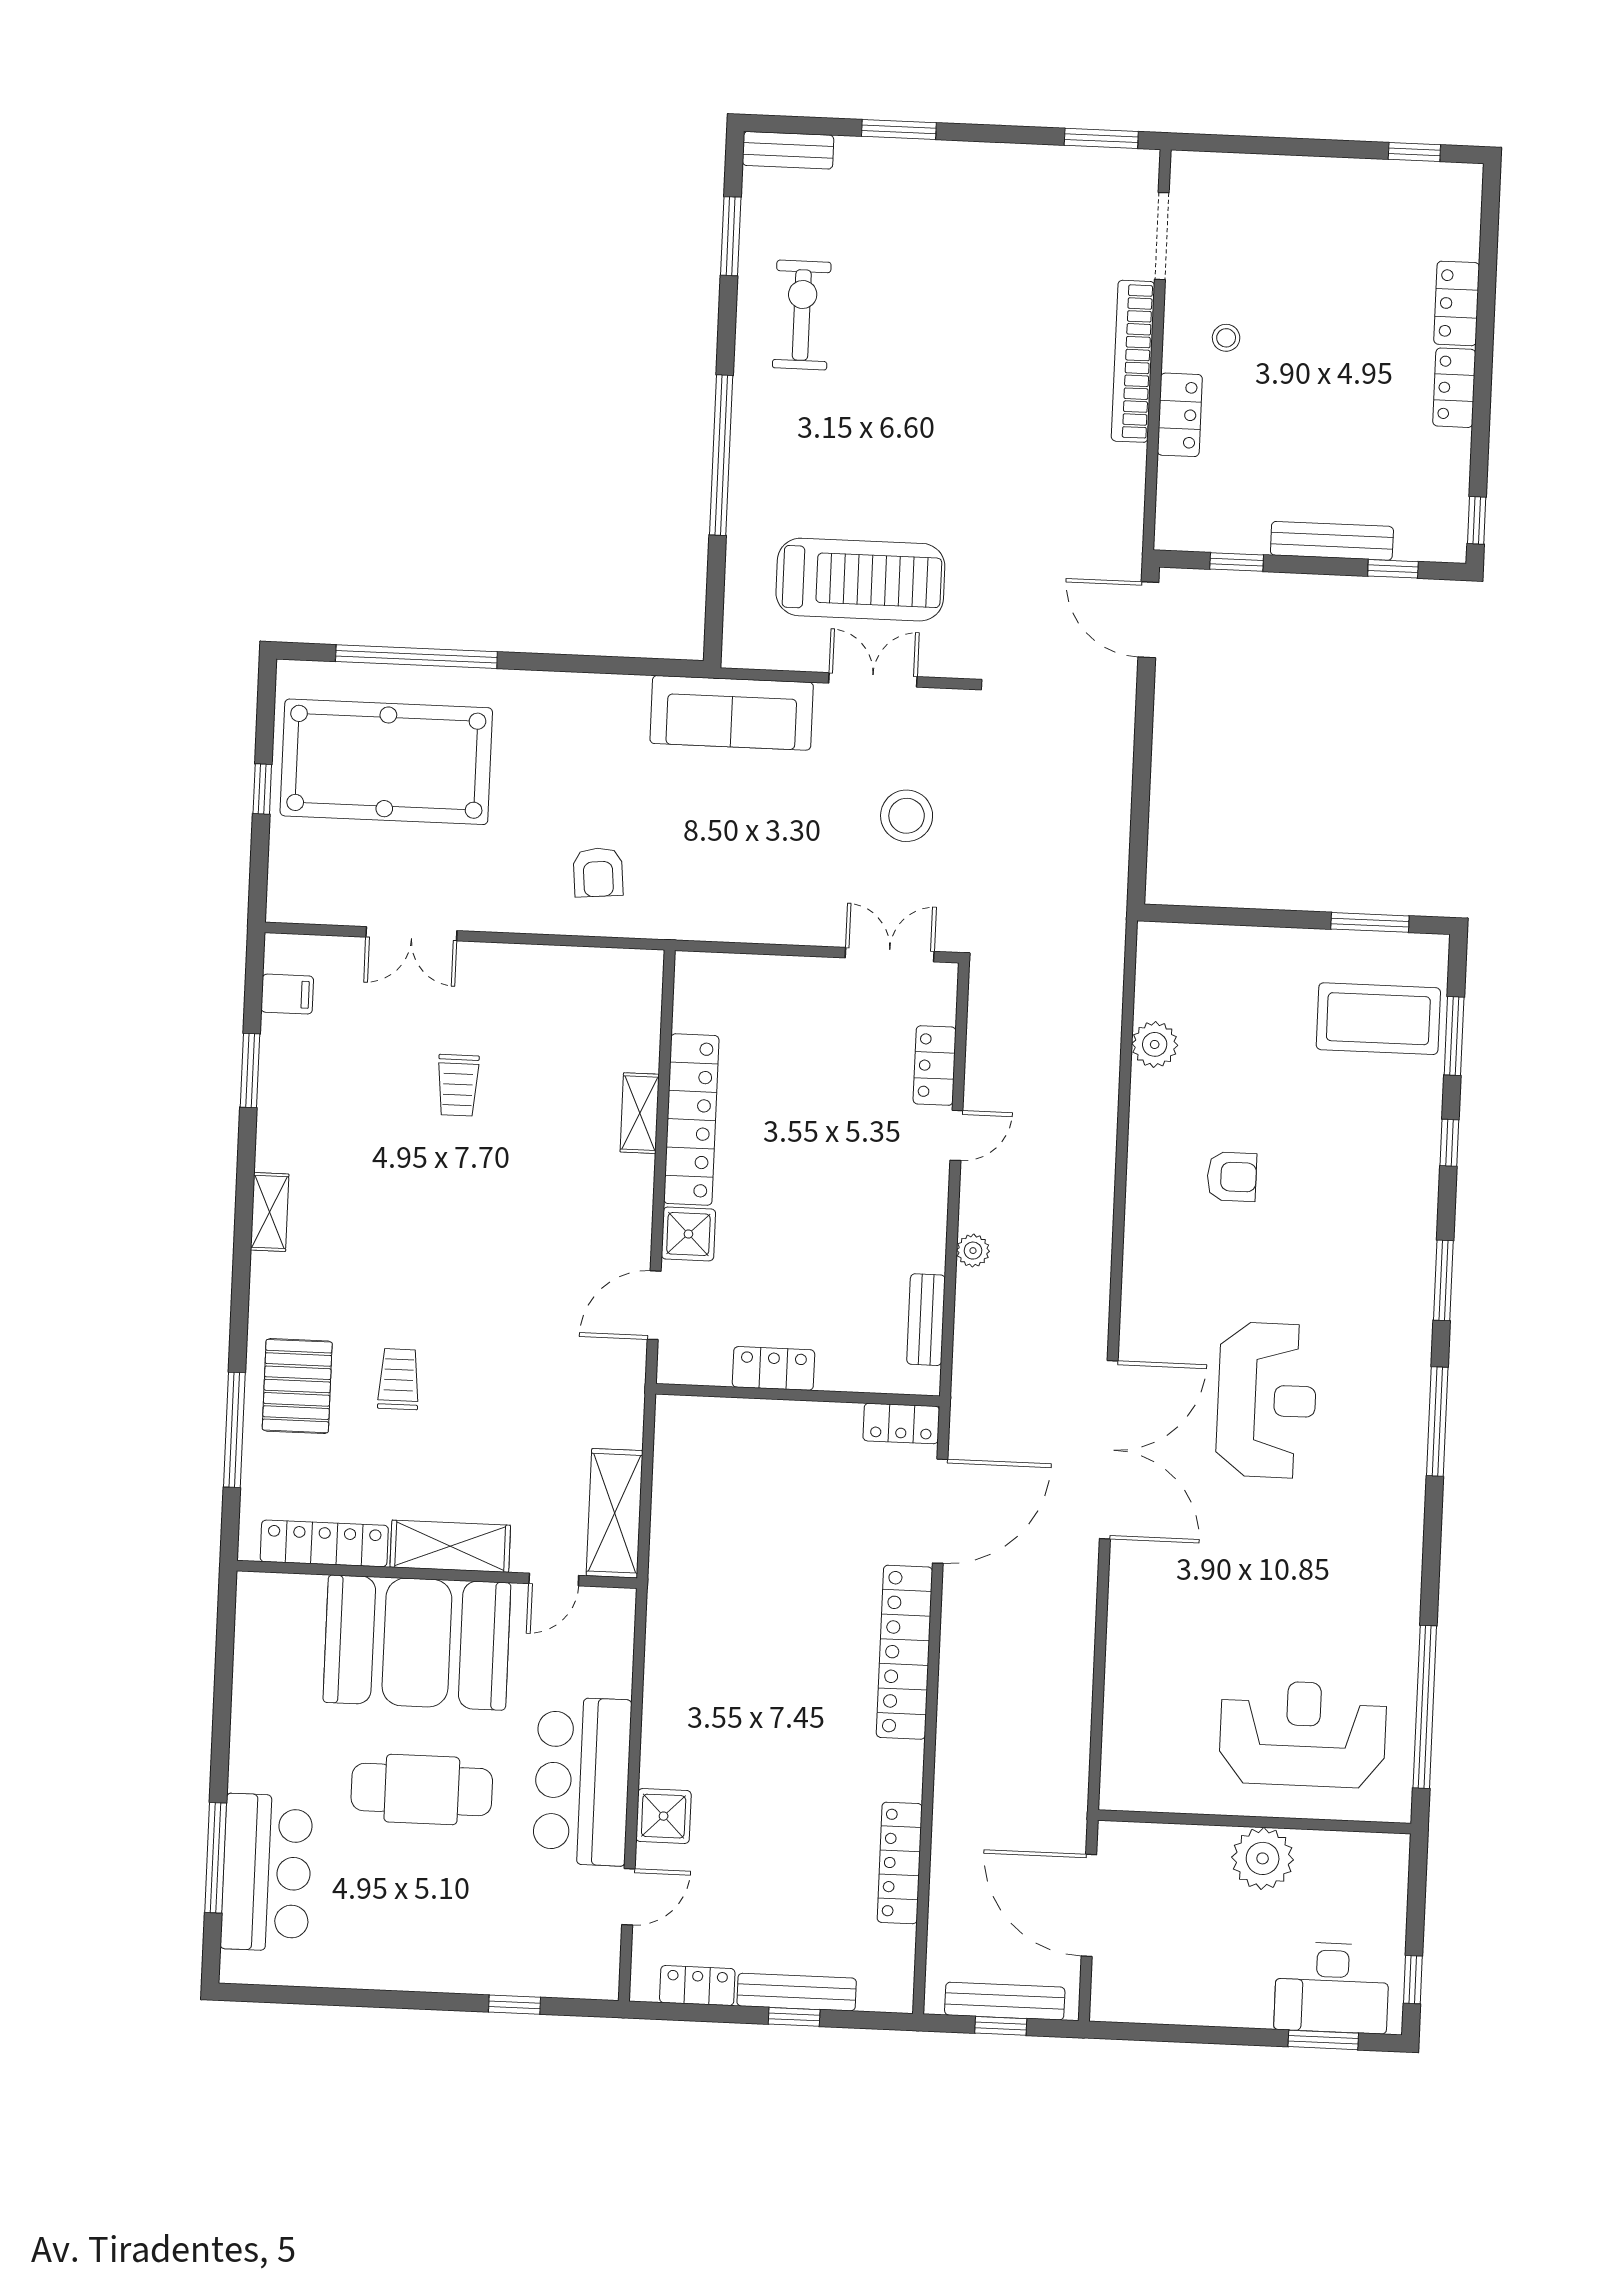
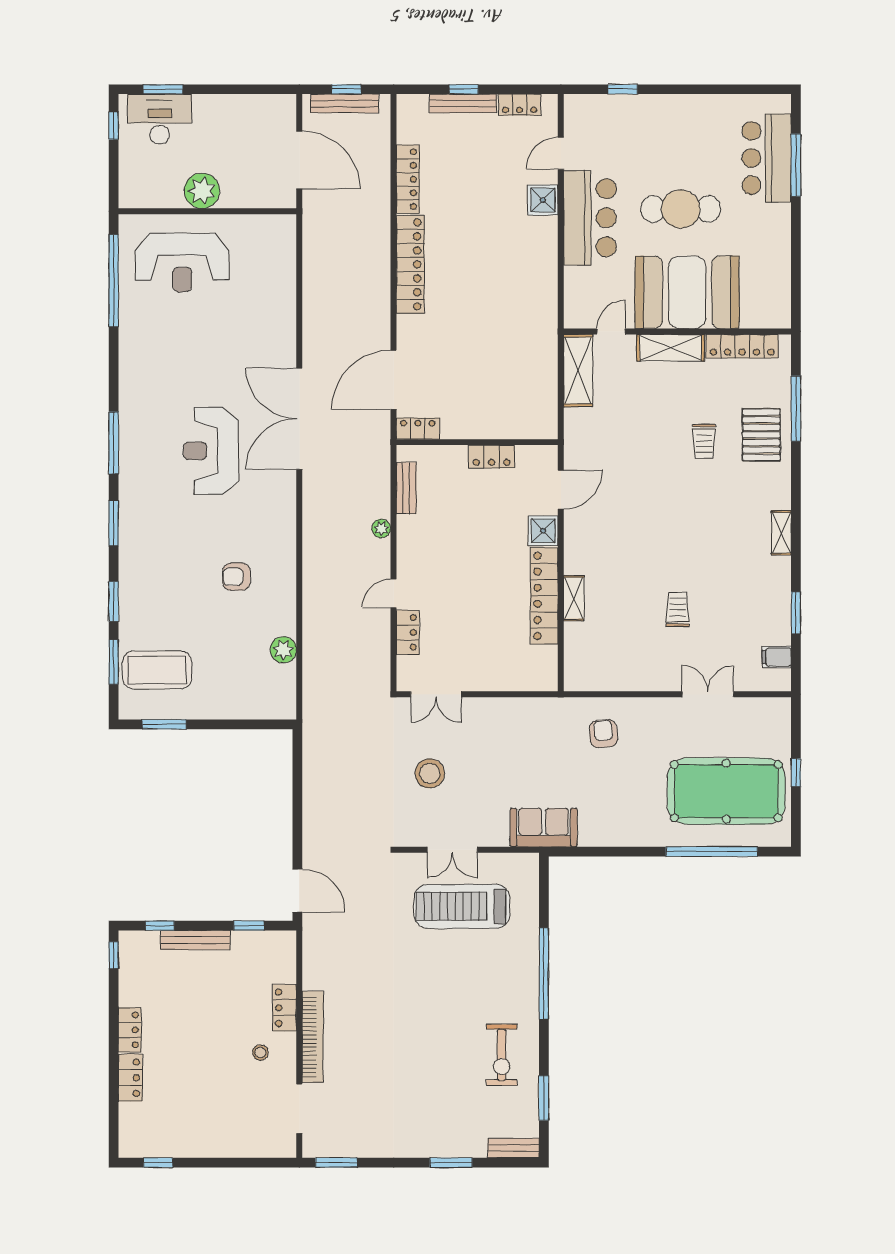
sofa: (732, 713) -> (544, 828), width x0.73
window: (1449, 1143) -> (114, 601), width x1.50
locker: (904, 1652) -> (410, 264), moved

